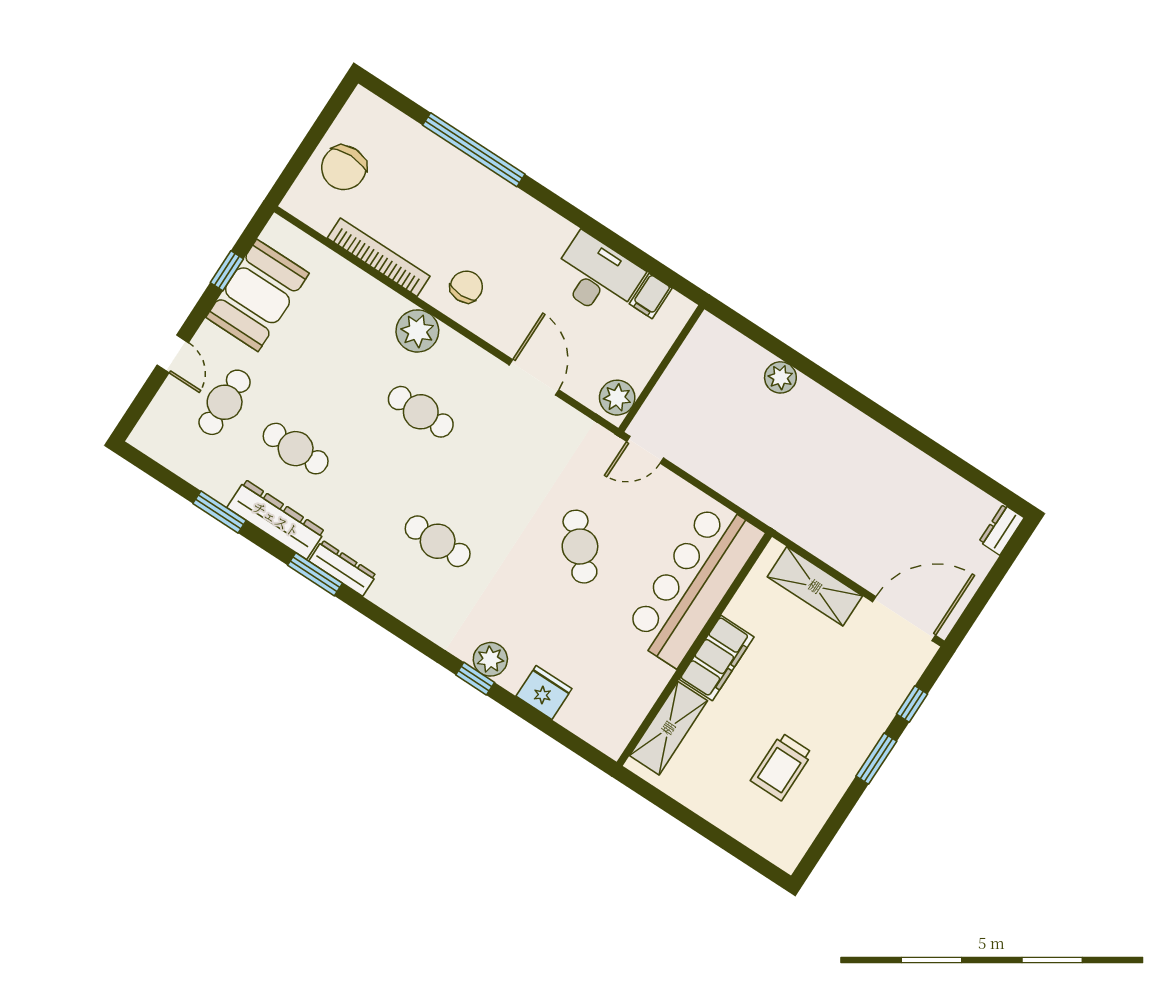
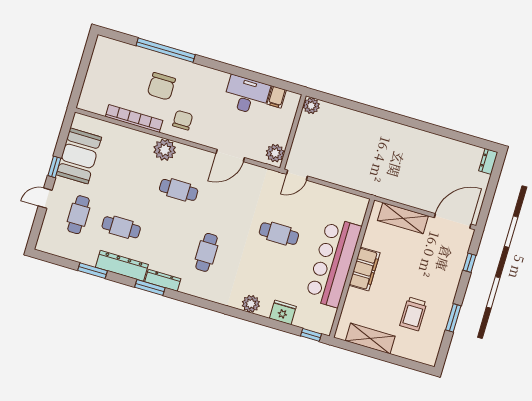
chair: (344, 168) -> (161, 86), moved
window: (227, 271) -> (54, 167), moved
door: (173, 354) -> (45, 198), swing flipped
door: (534, 377) -> (230, 155), swing flipped
plant: (780, 377) -> (311, 106), moved
cafe table: (438, 541) -> (207, 252), turned 90
cafe table: (580, 547) -> (279, 234), turned -47
bar counter: (694, 583) -> (333, 262), moved
window: (475, 679) -> (311, 335), moved
shelving: (668, 728) -> (370, 338), moved, turned 90
window: (876, 759) -> (453, 318), moved

